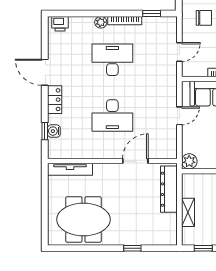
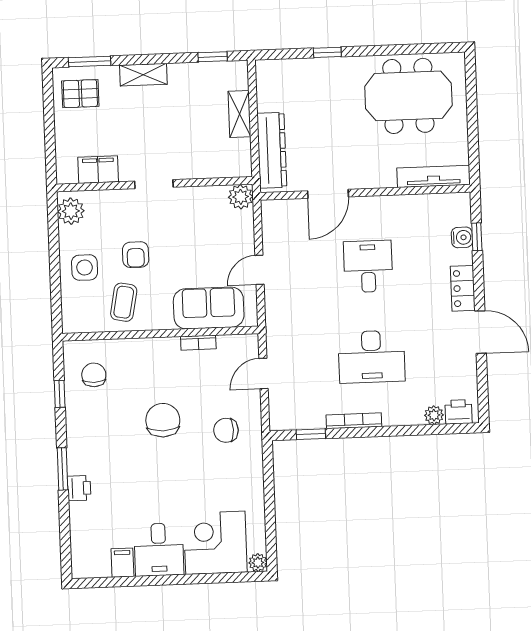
plant: (101, 22) -> (434, 415), moved
desk: (112, 115) -> (368, 266), width x0.73

